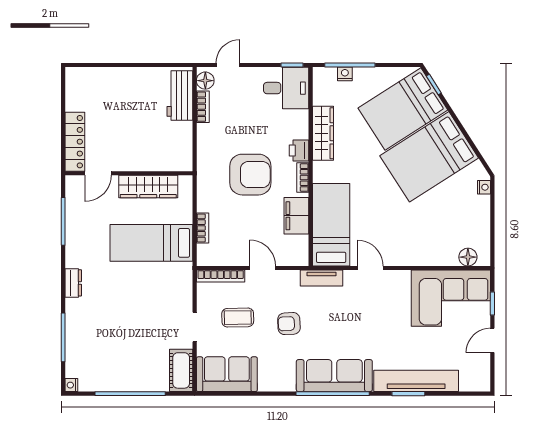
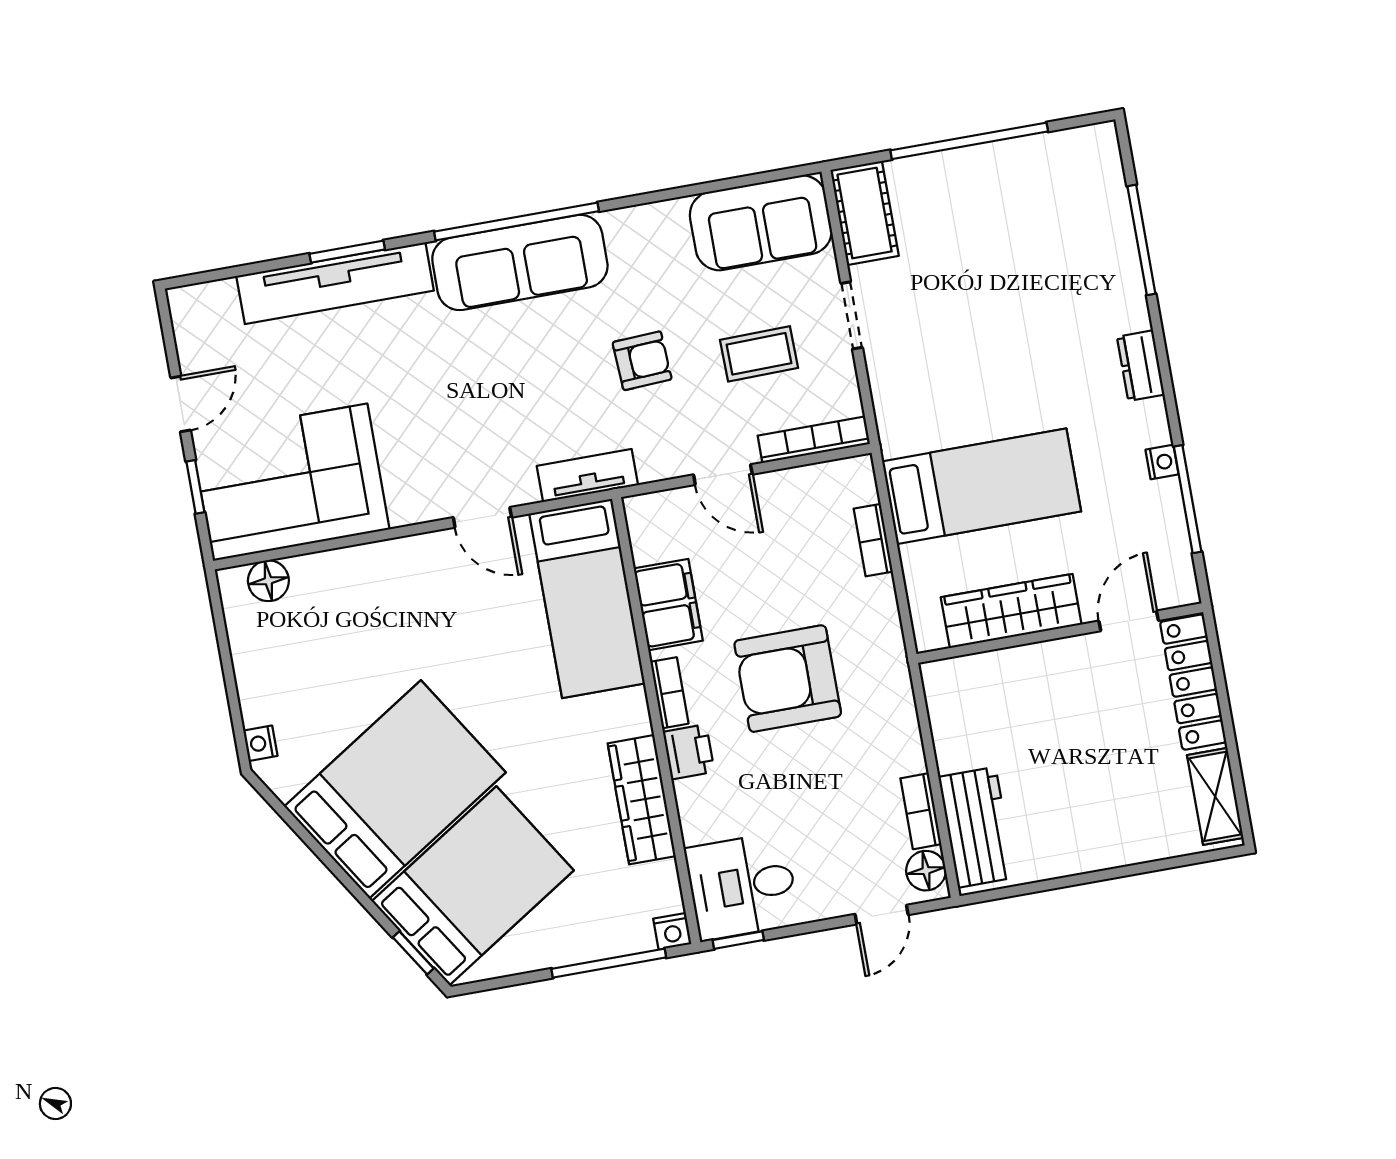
nightstand: (345, 74) -> (672, 931), moved
shelving: (74, 90) -> (1215, 796), added
nightstand: (71, 385) -> (1162, 462), moved

